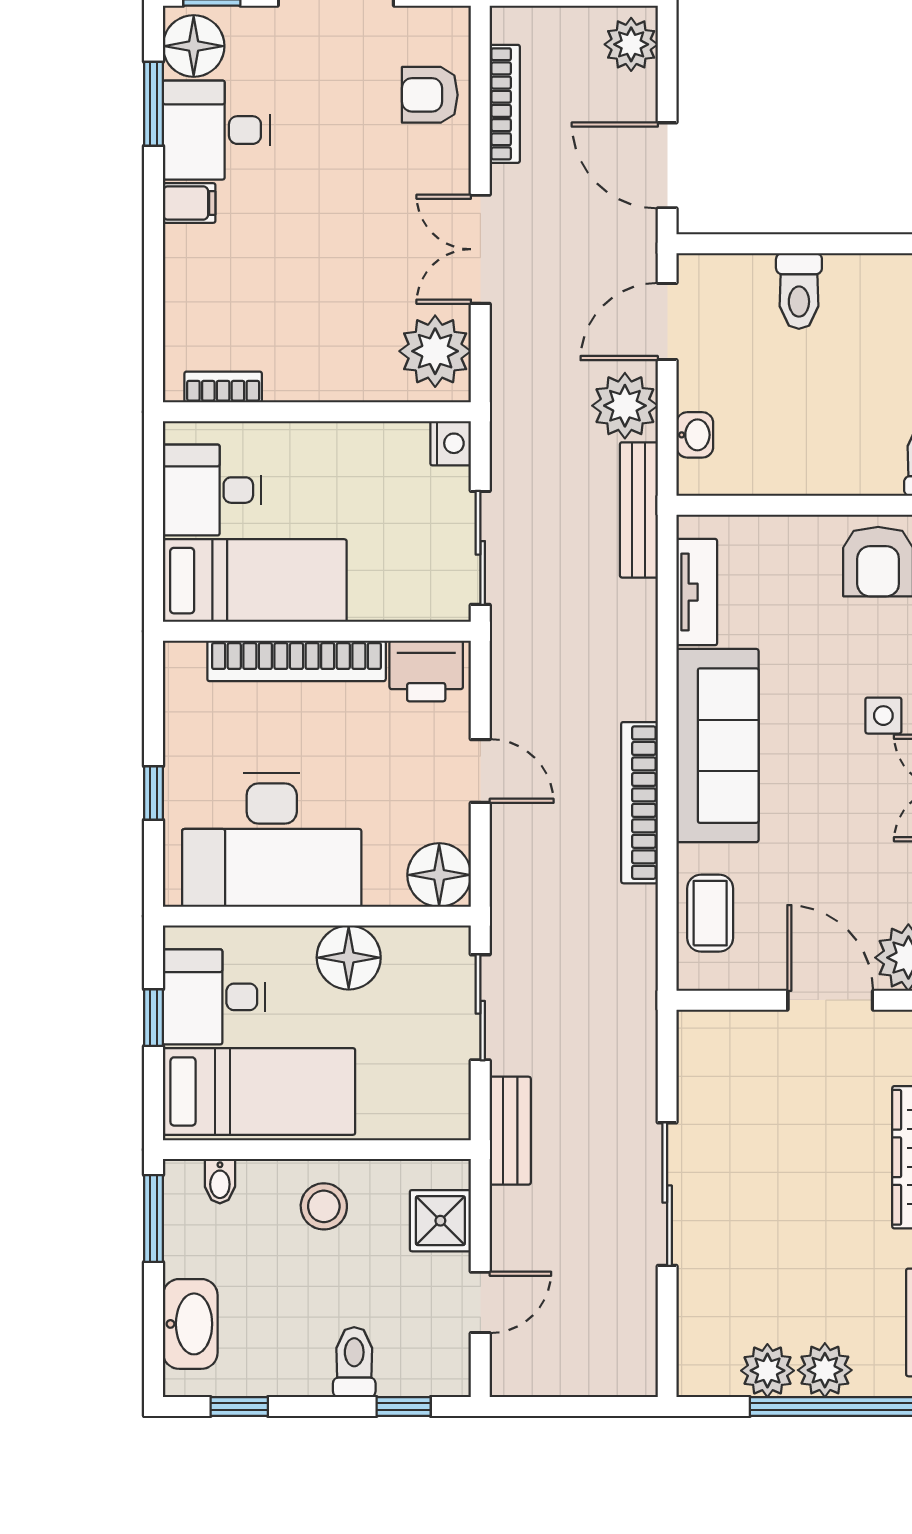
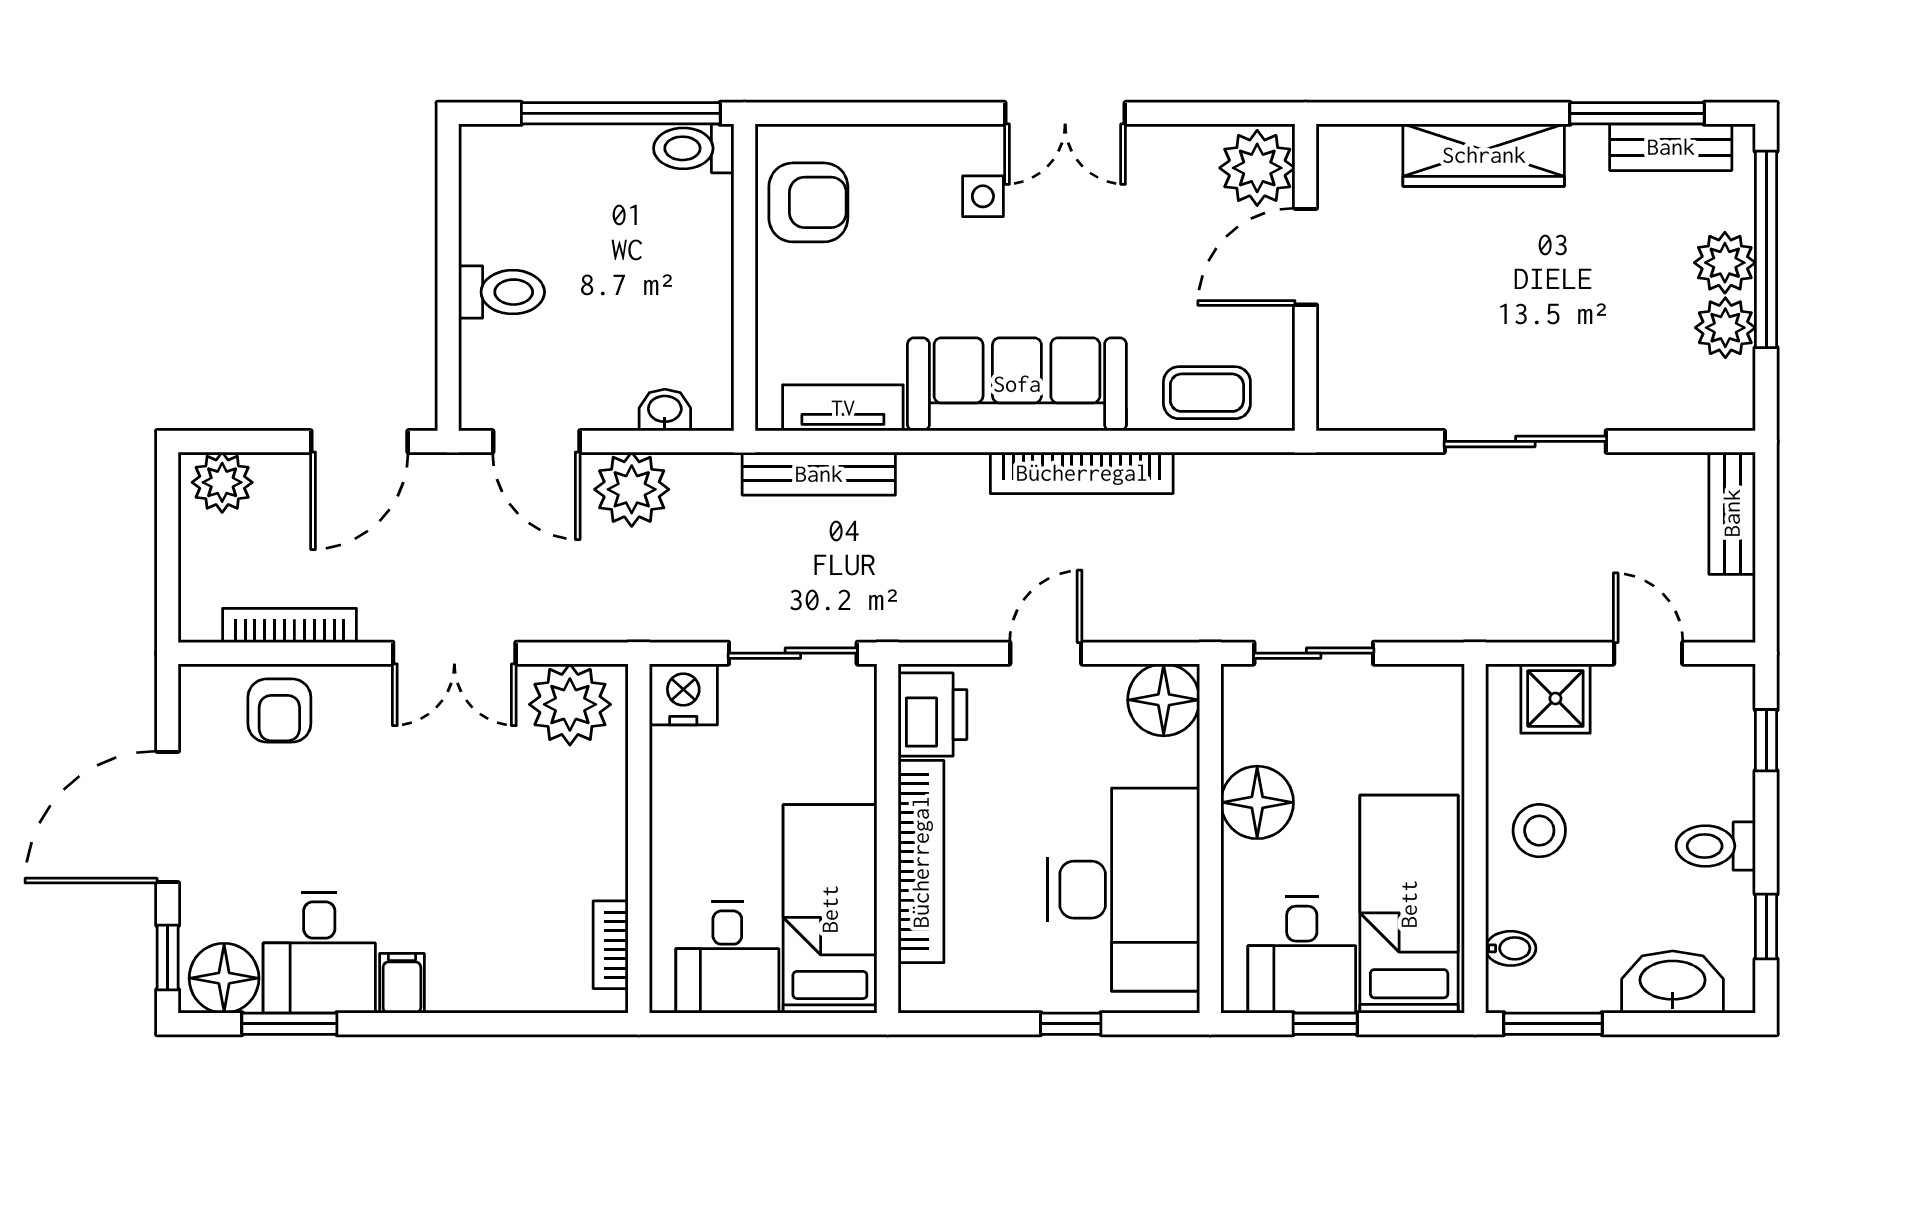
nightstand: (451, 443) -> (683, 694), width x1.36, depth x1.33
bench: (639, 510) -> (819, 474), moved
bench: (510, 1131) -> (1732, 513), moved, turned 90
toilet: (354, 1362) -> (1716, 846), moved

